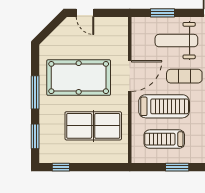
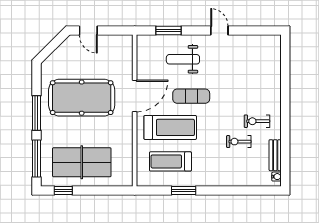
weight bench: (176, 41) -> (183, 59), width x0.73, depth x0.75
table tennis table: (93, 126) -> (82, 162), moved
window: (35, 136) -> (37, 159), width x1.44

